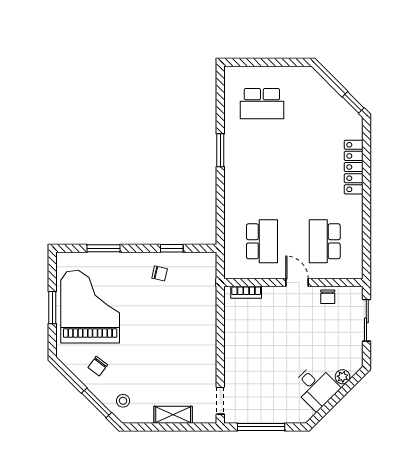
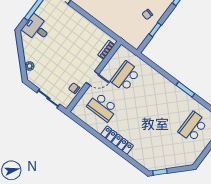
locker: (354, 167) -> (117, 140), moved
school desk: (262, 241) -> (125, 76), turned 90
school desk: (325, 241) -> (102, 107), turned 180
desk: (316, 387) -> (37, 28), moved, turned 45

